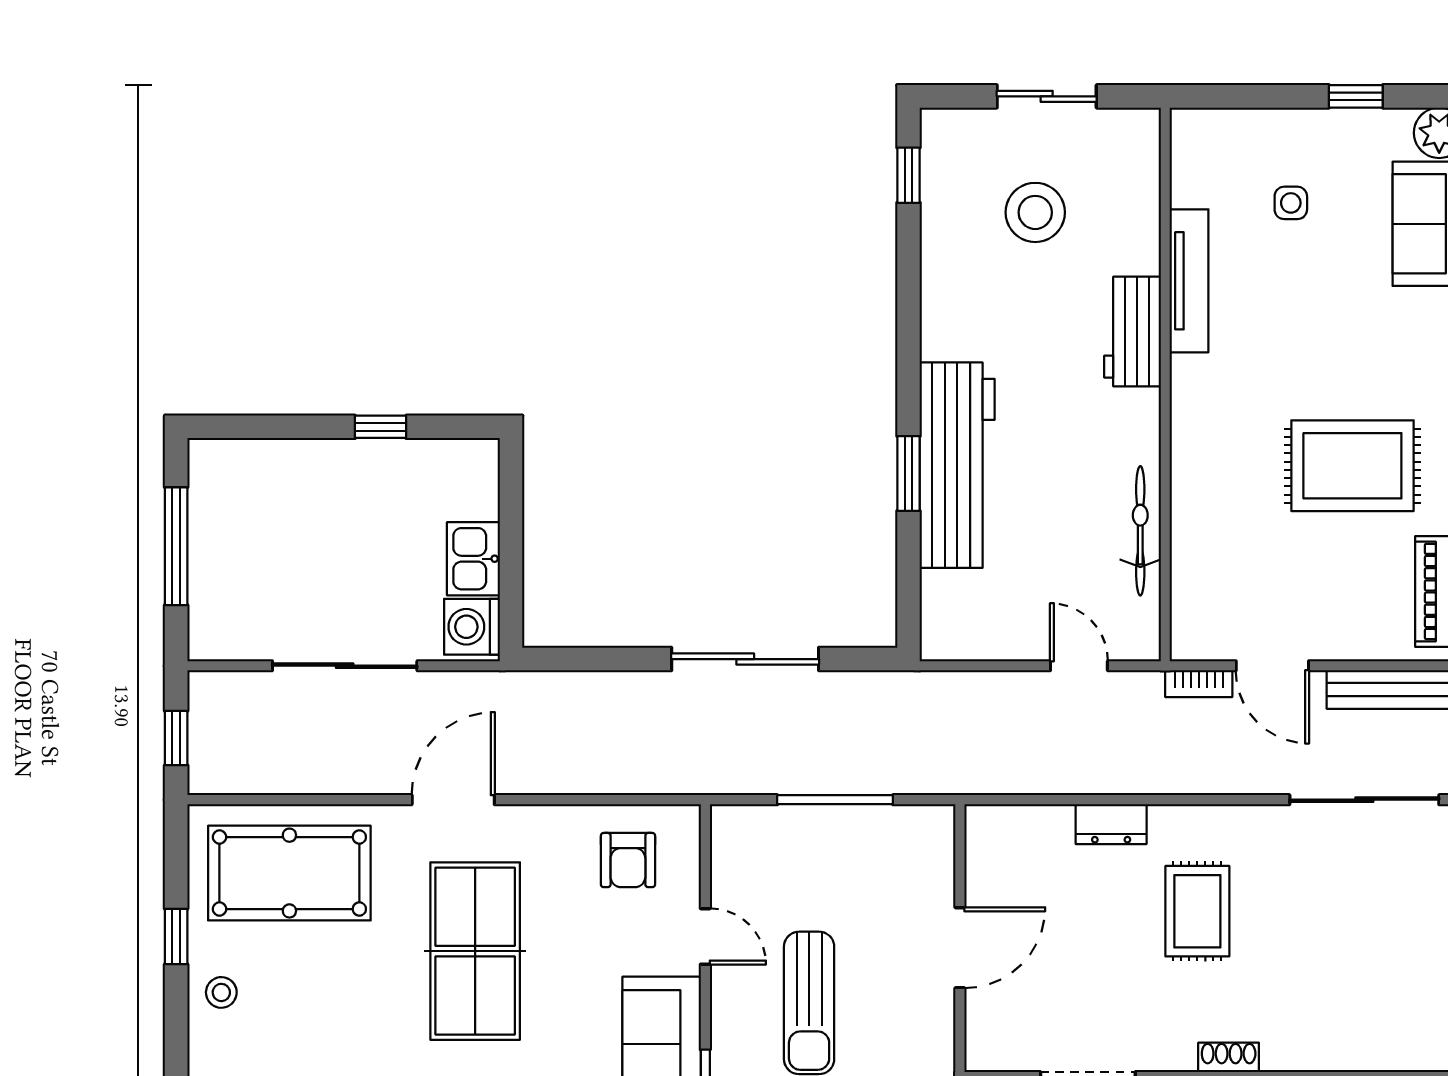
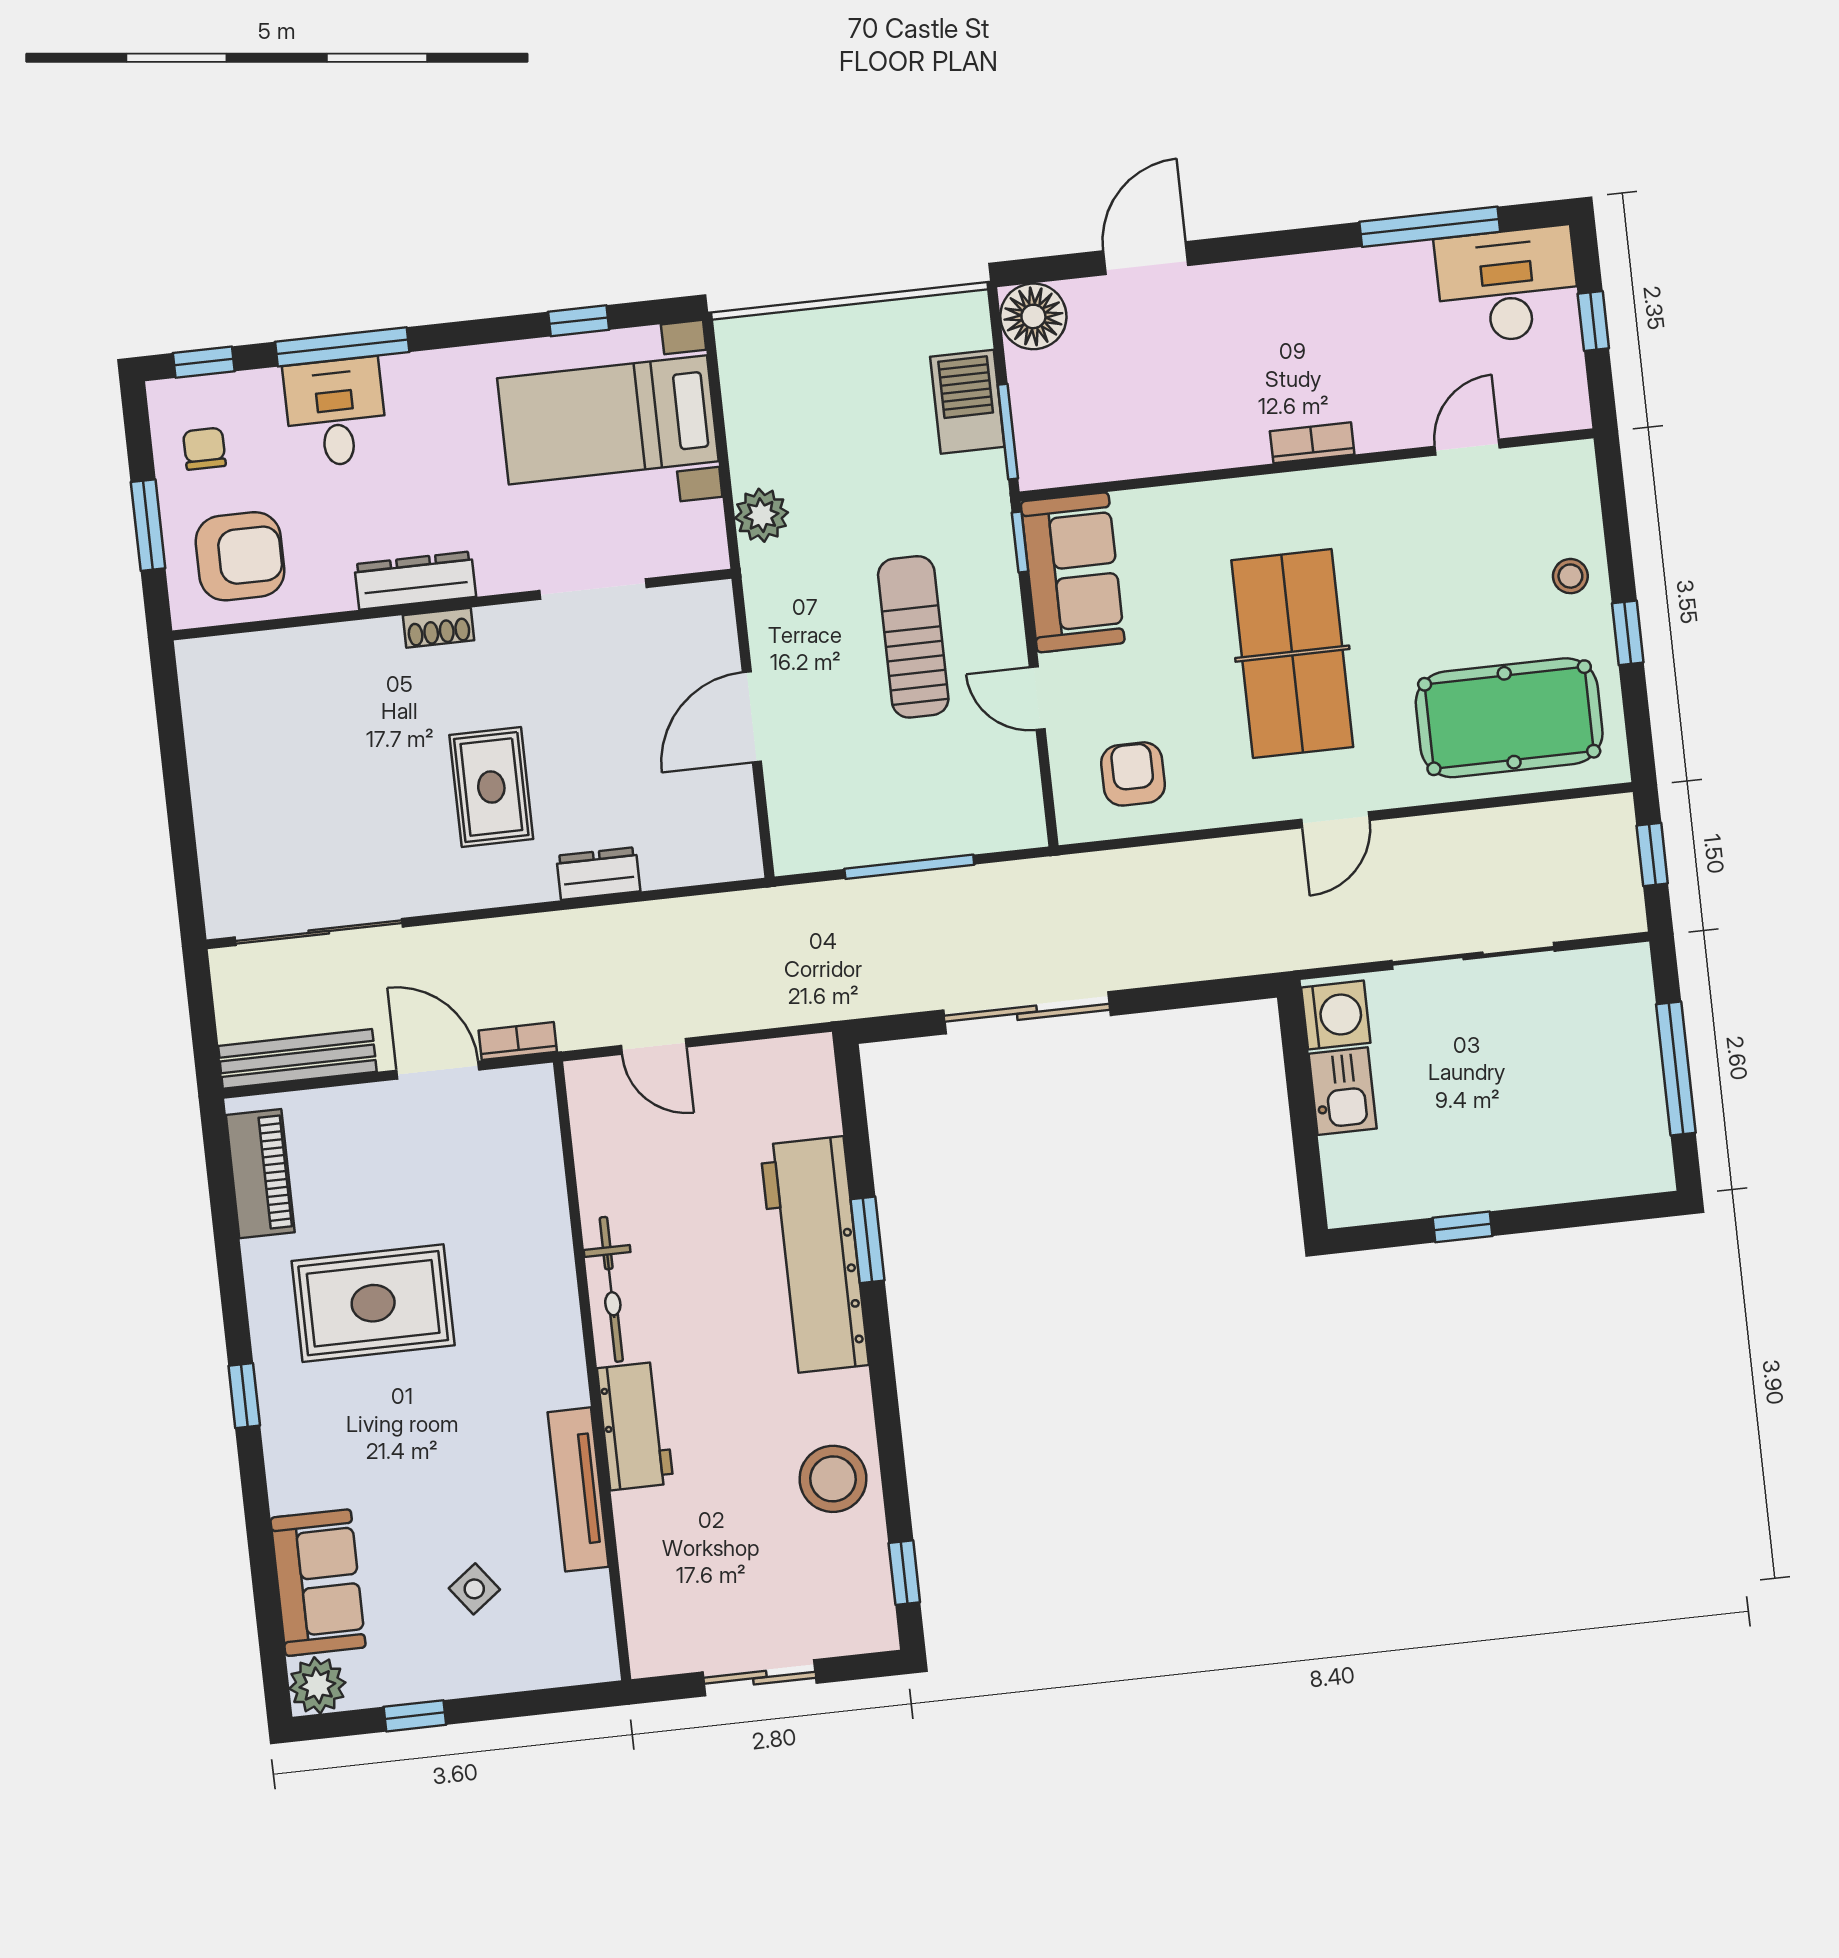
side table: (1291, 203) -> (474, 1589), turned -37
stool: (1035, 212) -> (833, 1479), moved
bicycle: (1140, 531) -> (611, 1289), moved
door: (453, 800) -> (1335, 820), width x0.73

